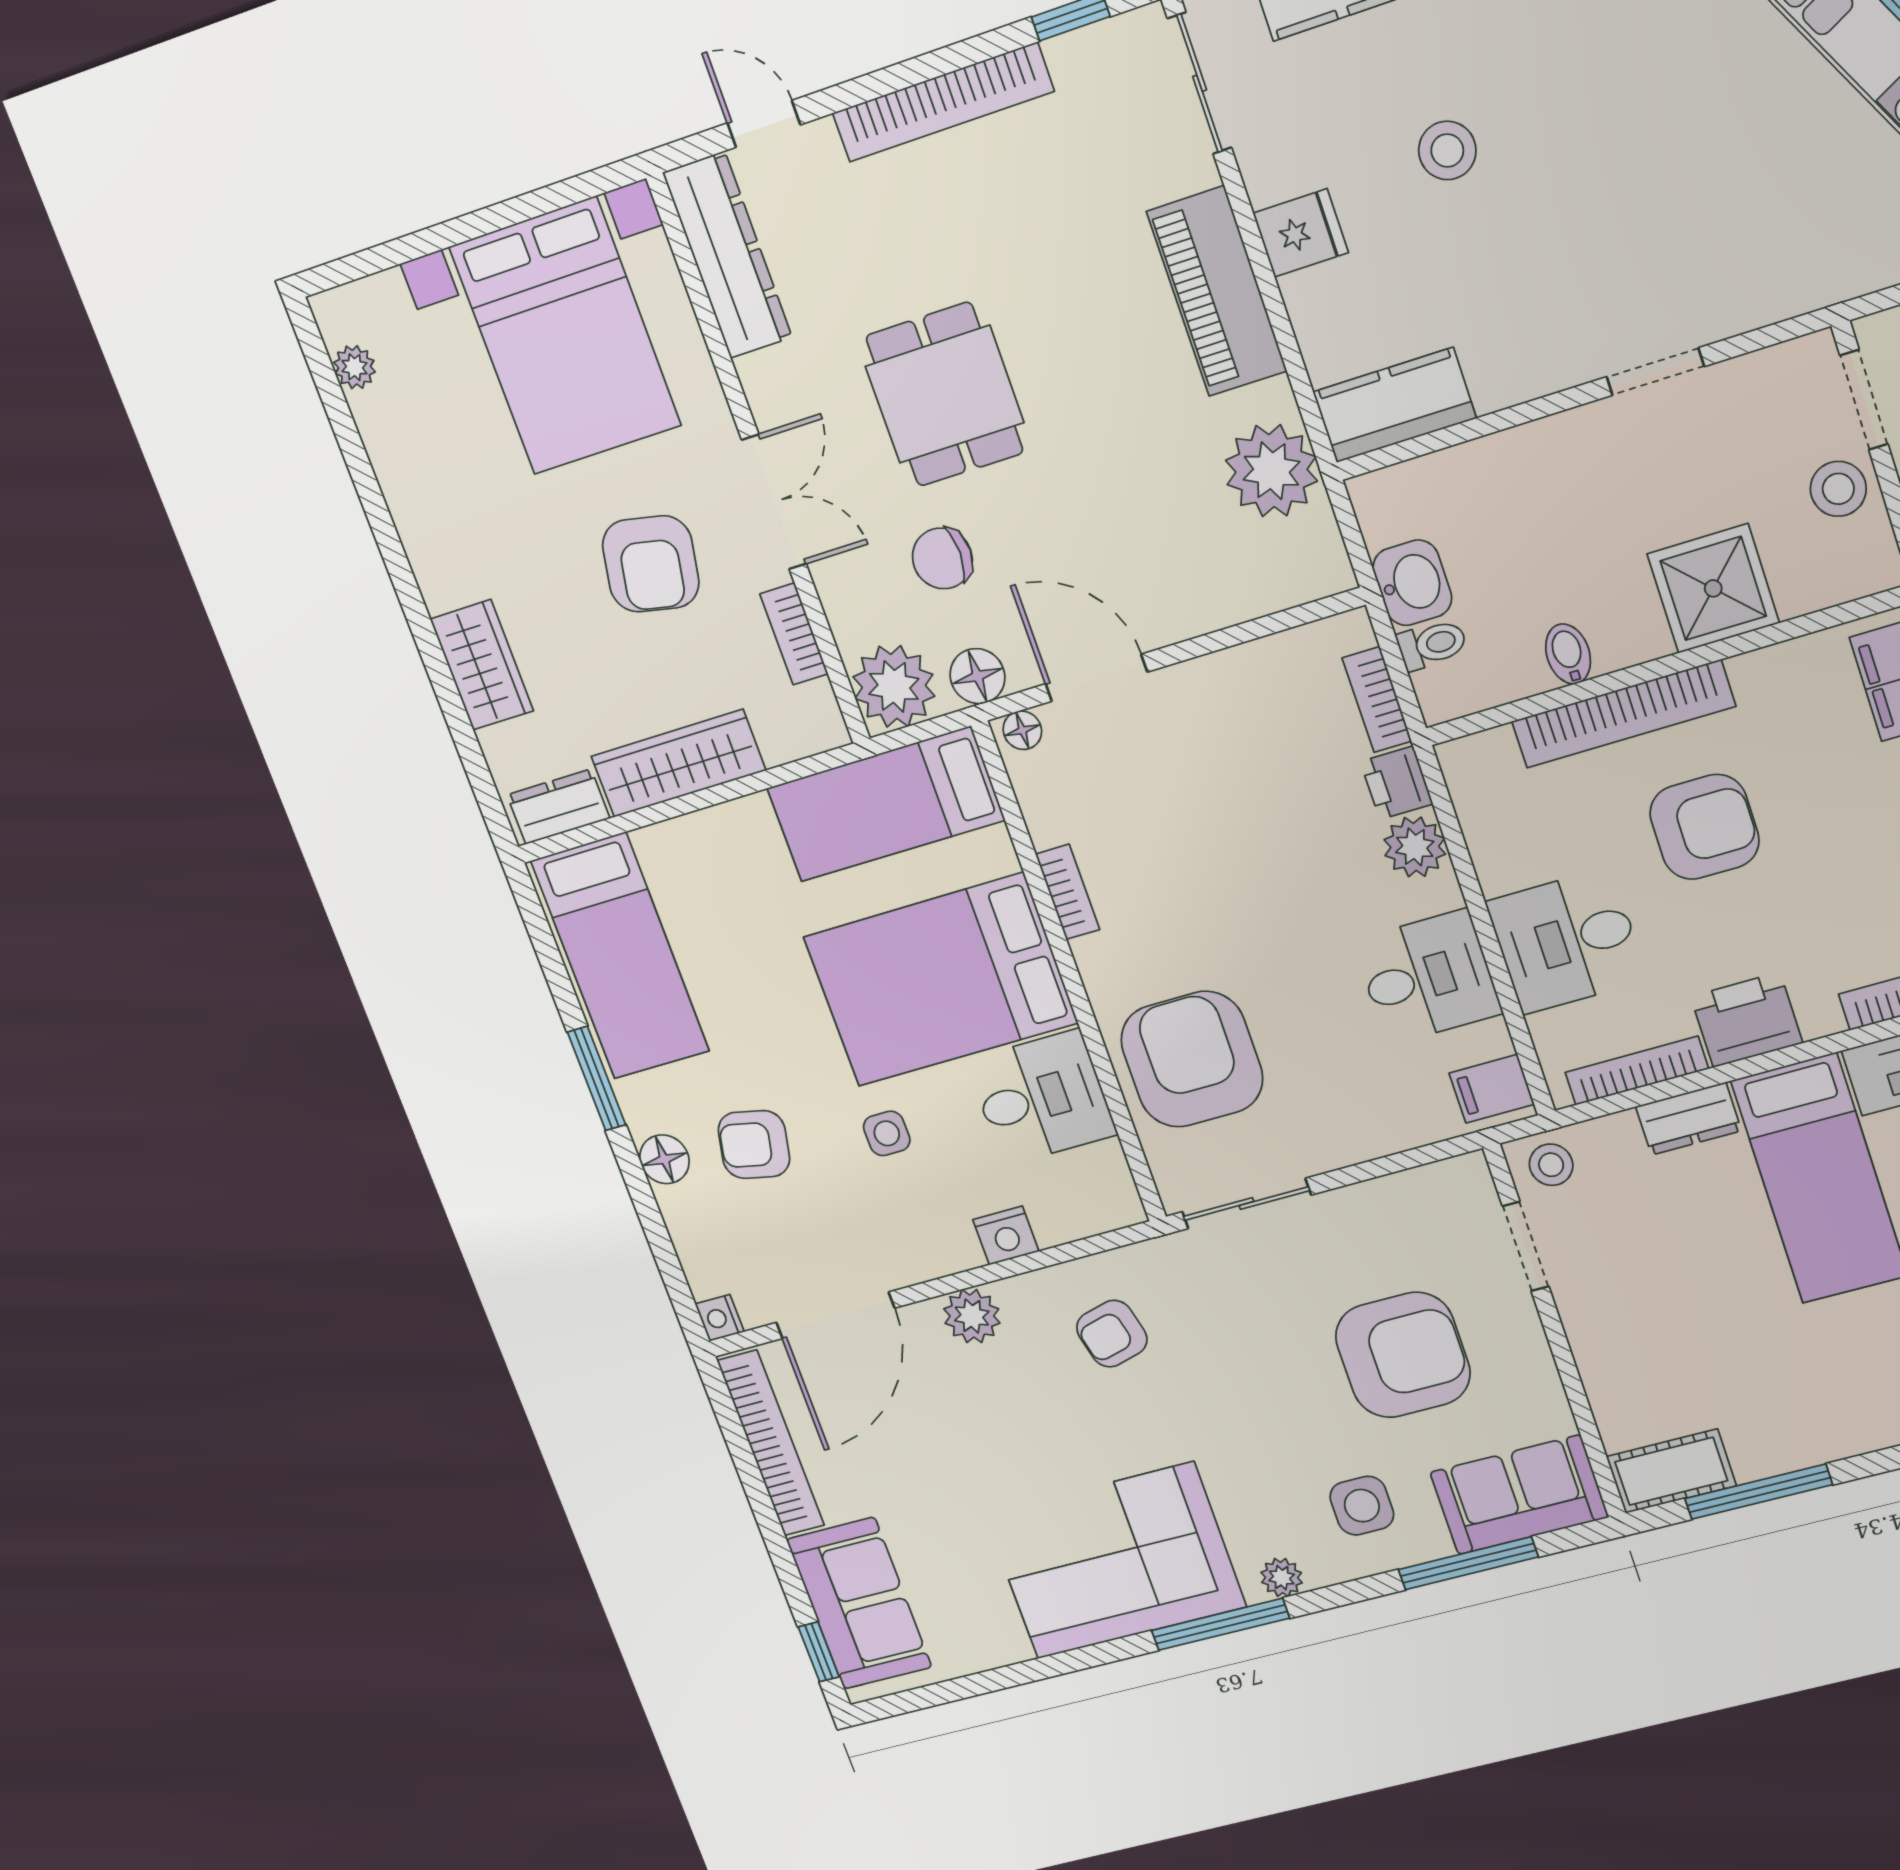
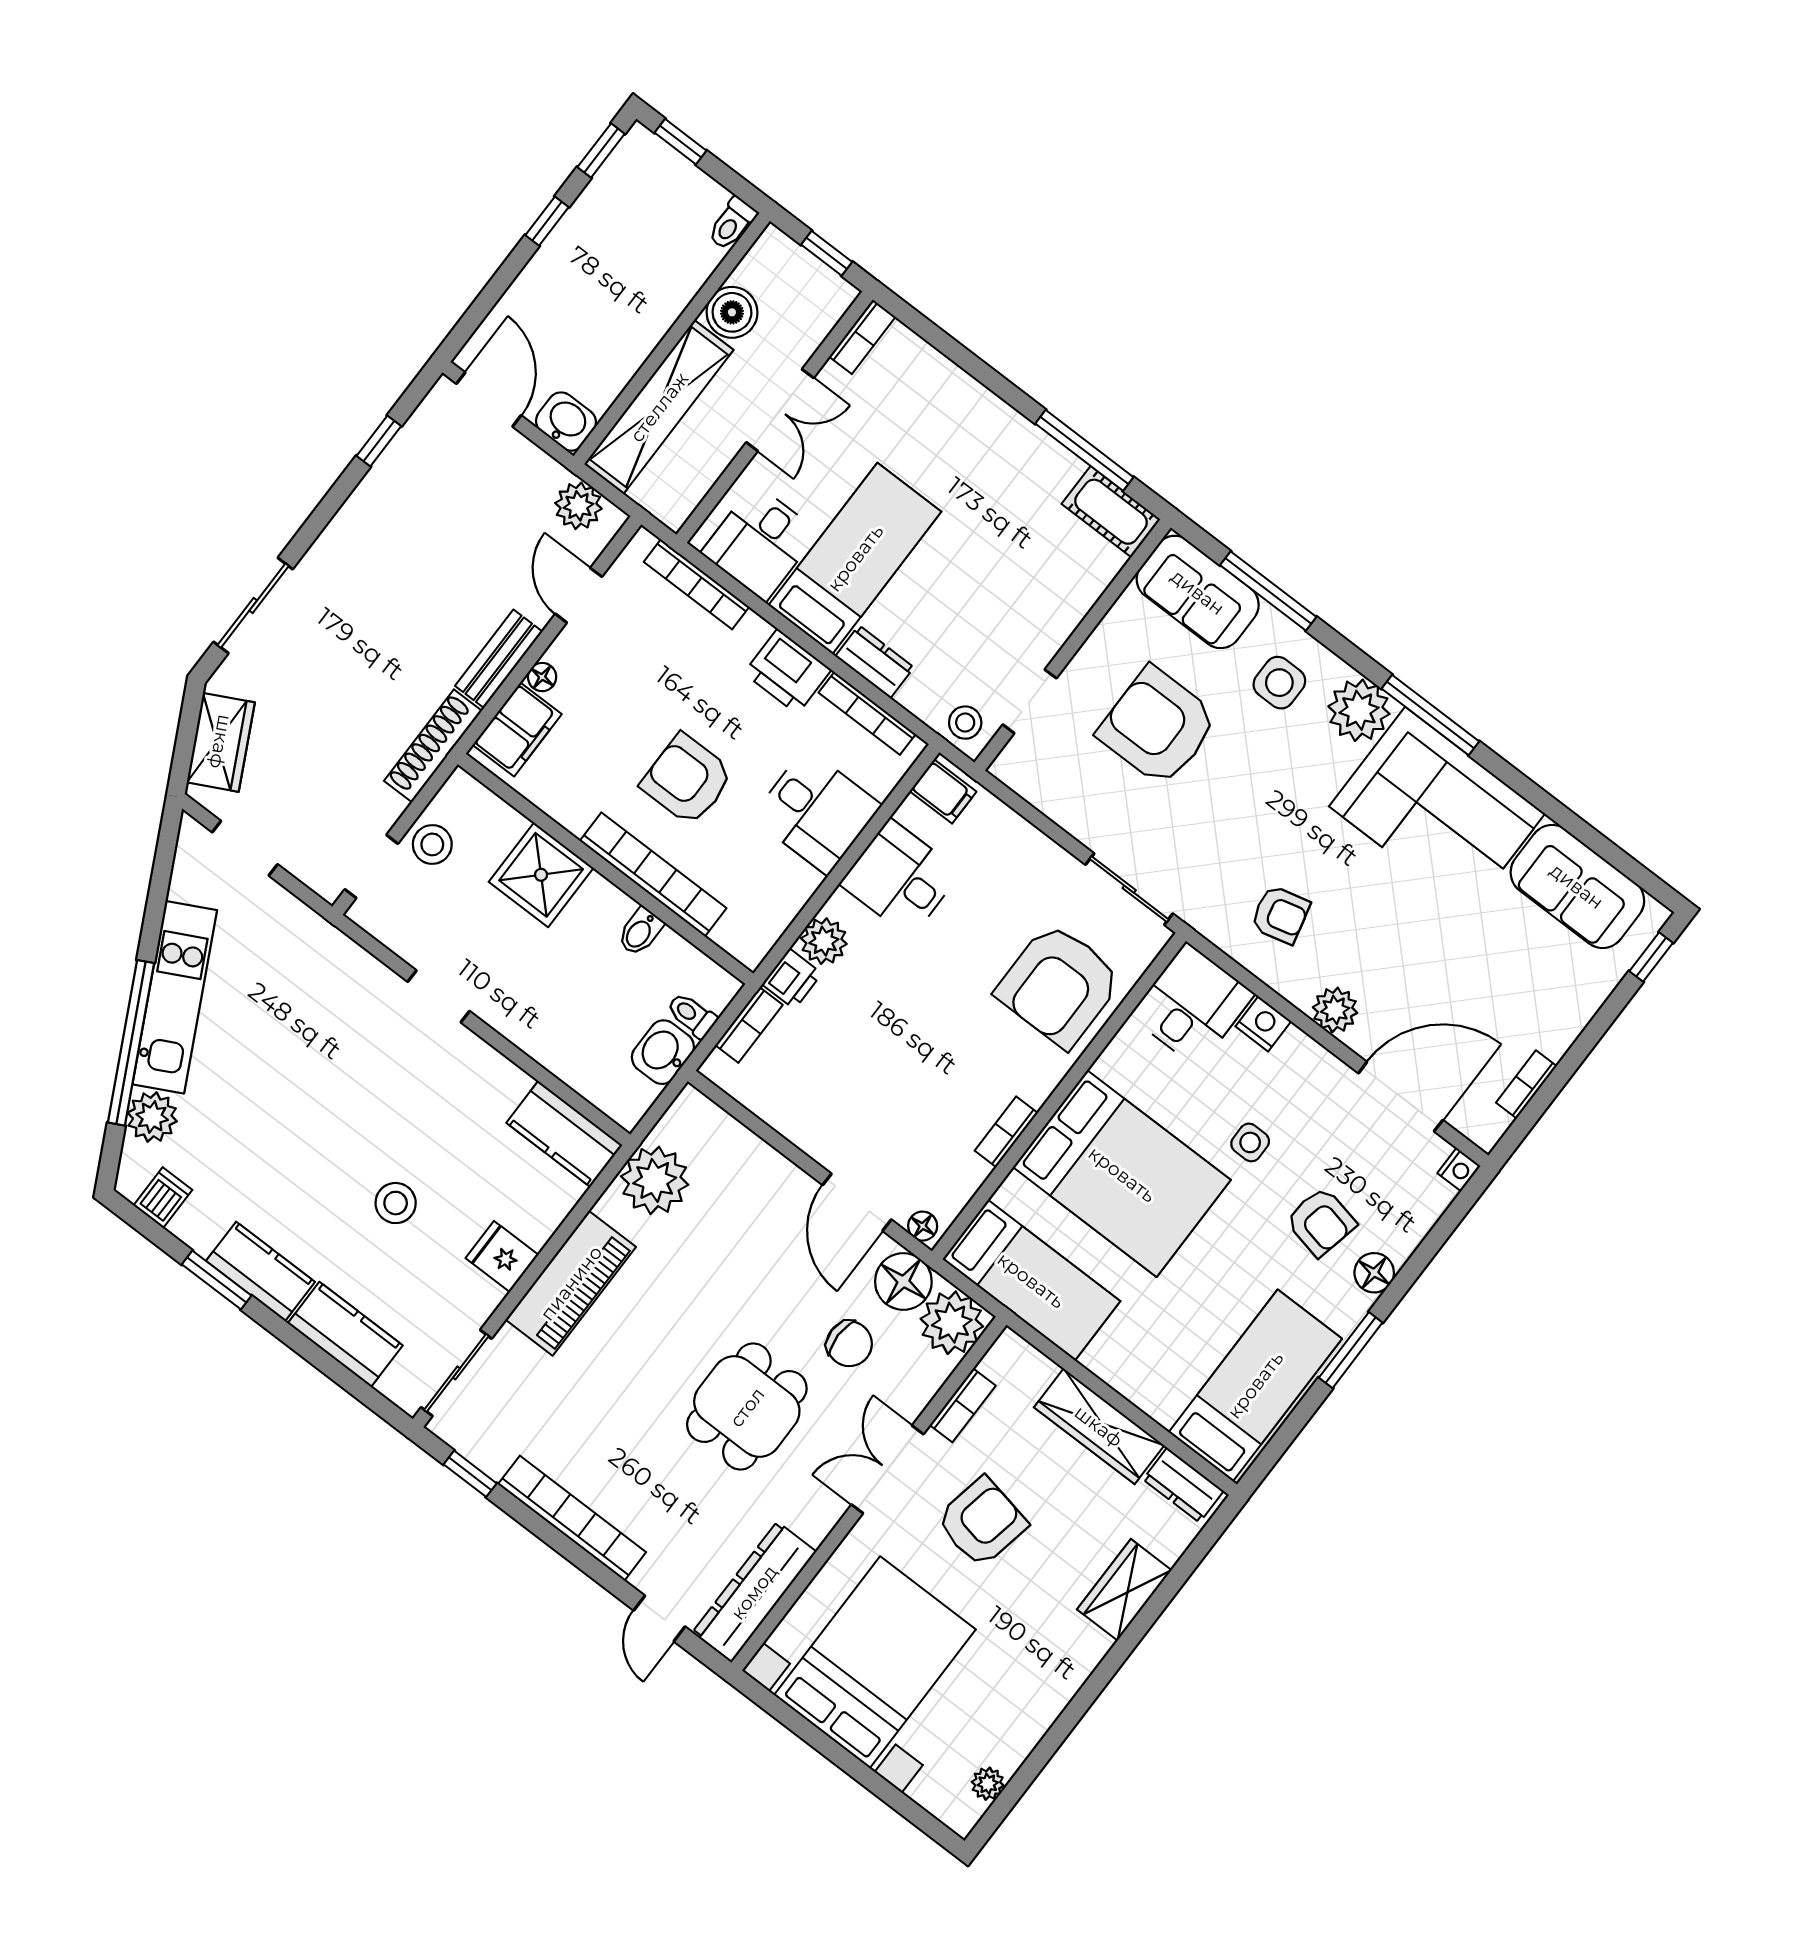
floor lamp: (978, 676) -> (903, 1282), width x1.38, depth x1.38
desk: (1042, 1098) -> (1192, 1005), moved, turned 90
bookcase: (771, 1443) -> (1526, 1084), width x0.43, depth x0.76
plant: (1282, 1578) -> (1359, 710), width x1.87, depth x1.87
sofa: (859, 1603) -> (1577, 886), moved, turned -90

